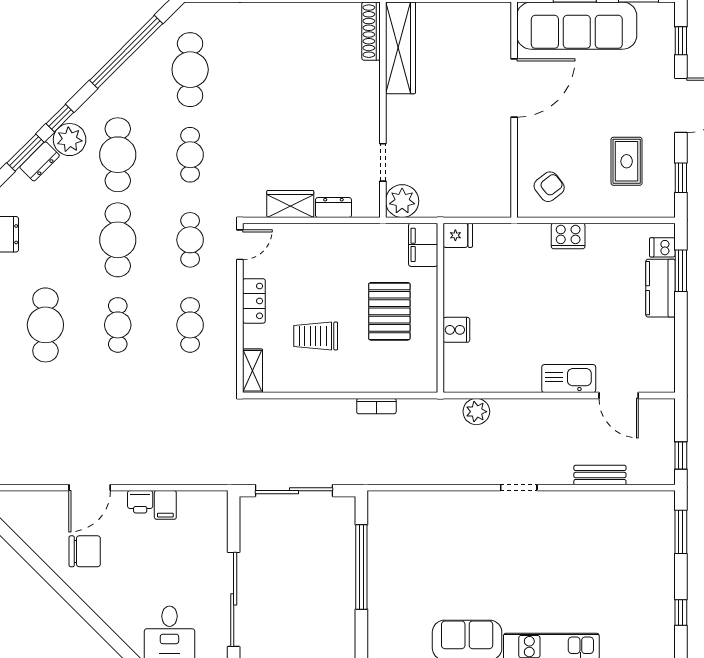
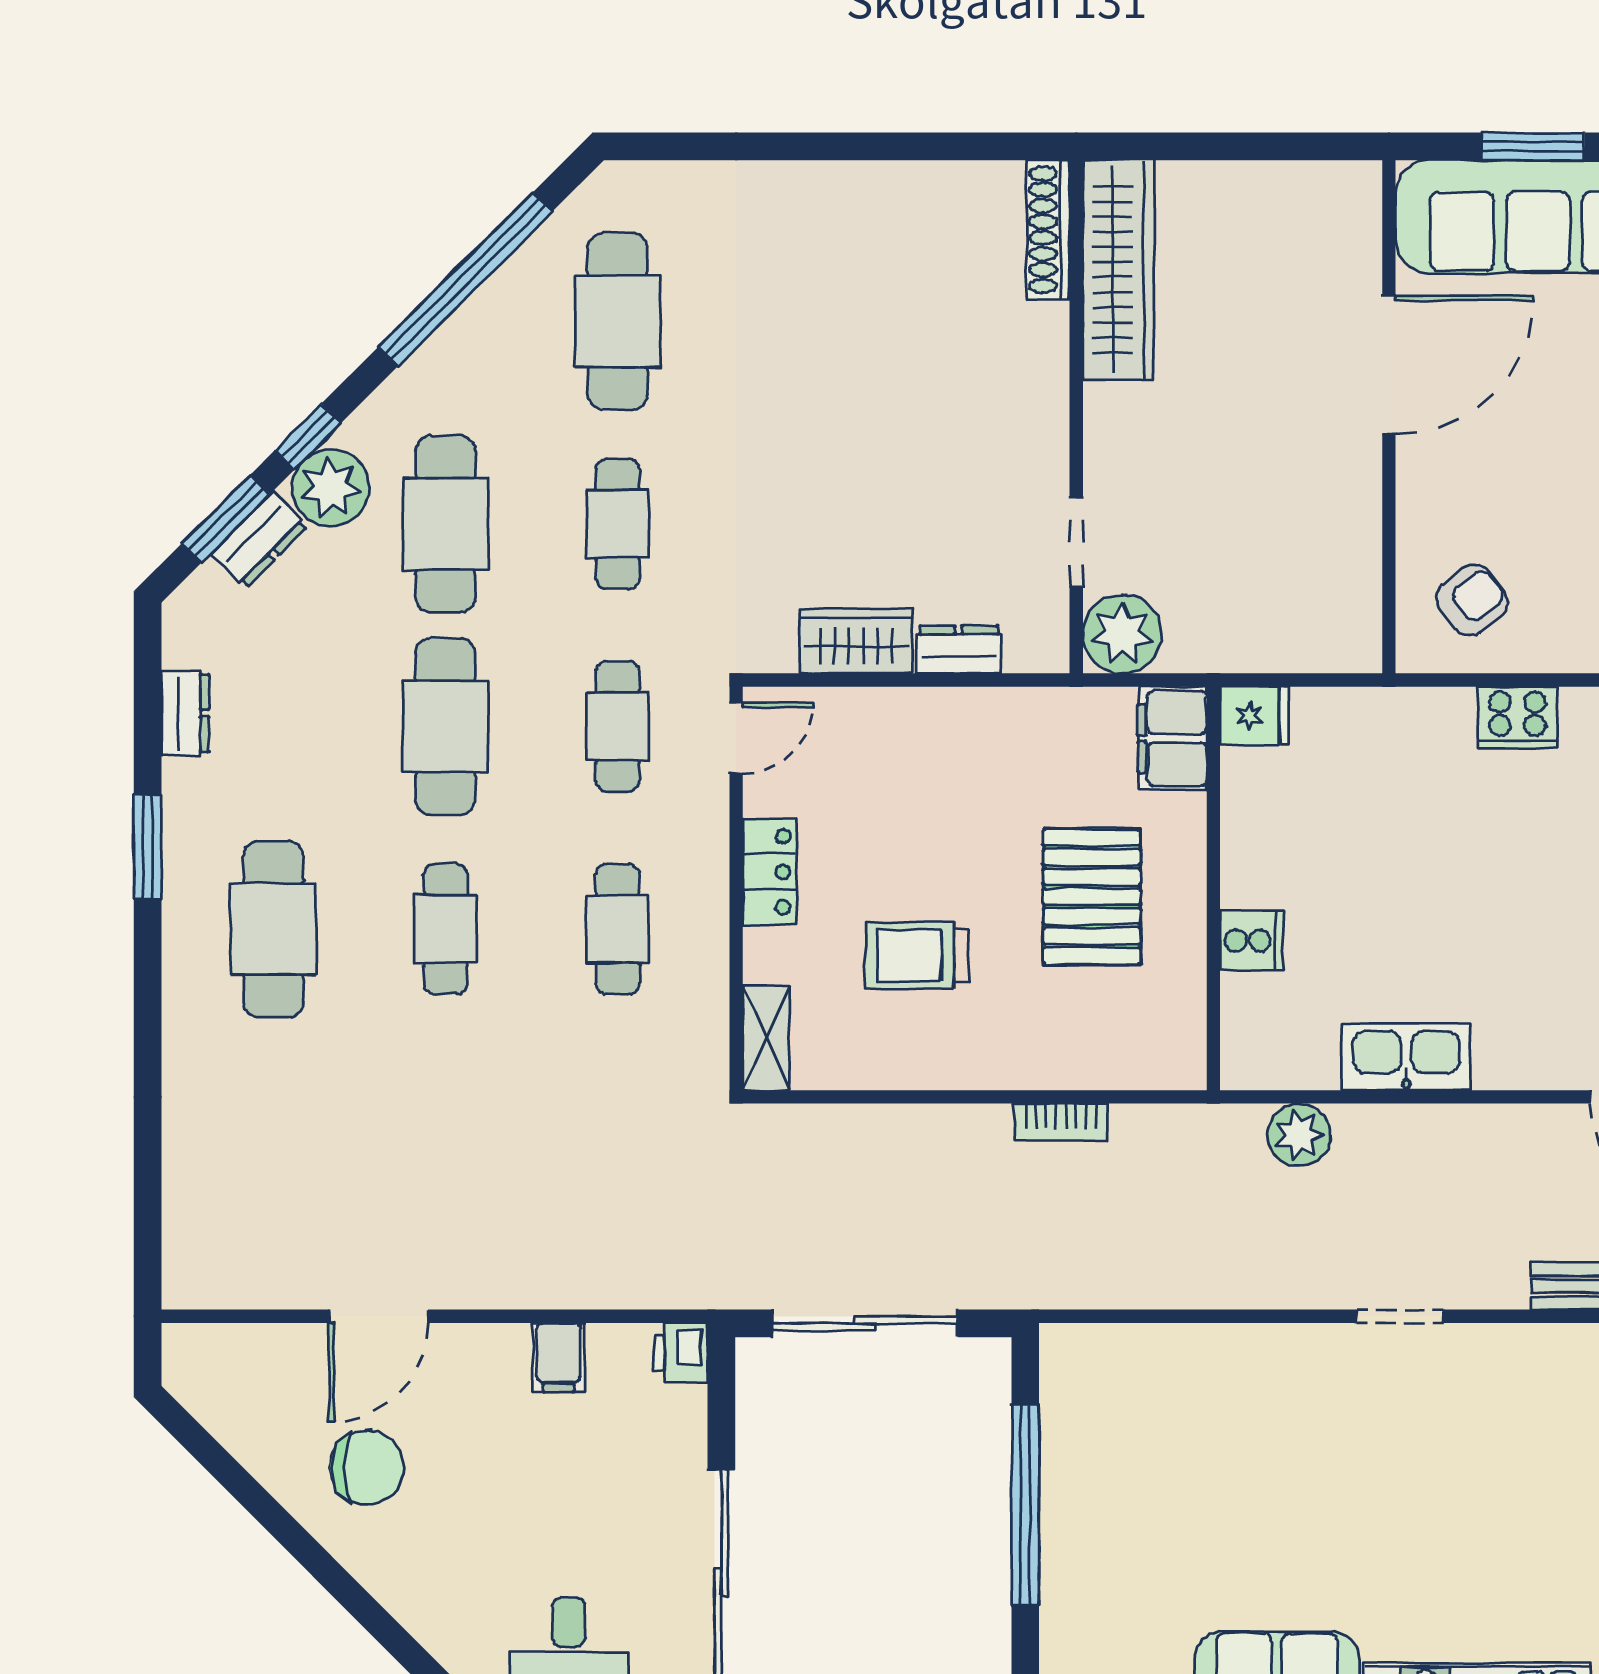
kitchen sink: (569, 379) -> (1406, 1057), moved
printer: (140, 502) -> (681, 1353), moved, turned 90

